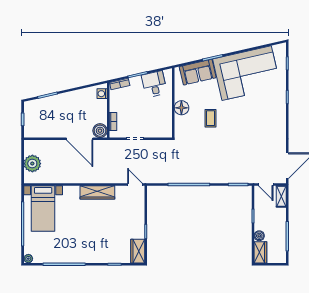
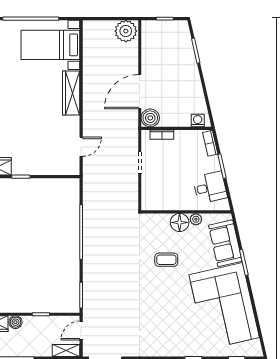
plant: (179, 95) -> (196, 219), added
plant: (32, 164) -> (126, 31), moved
door: (135, 184) -> (81, 147), moved
wardrobe: (97, 192) -> (71, 93), moved

